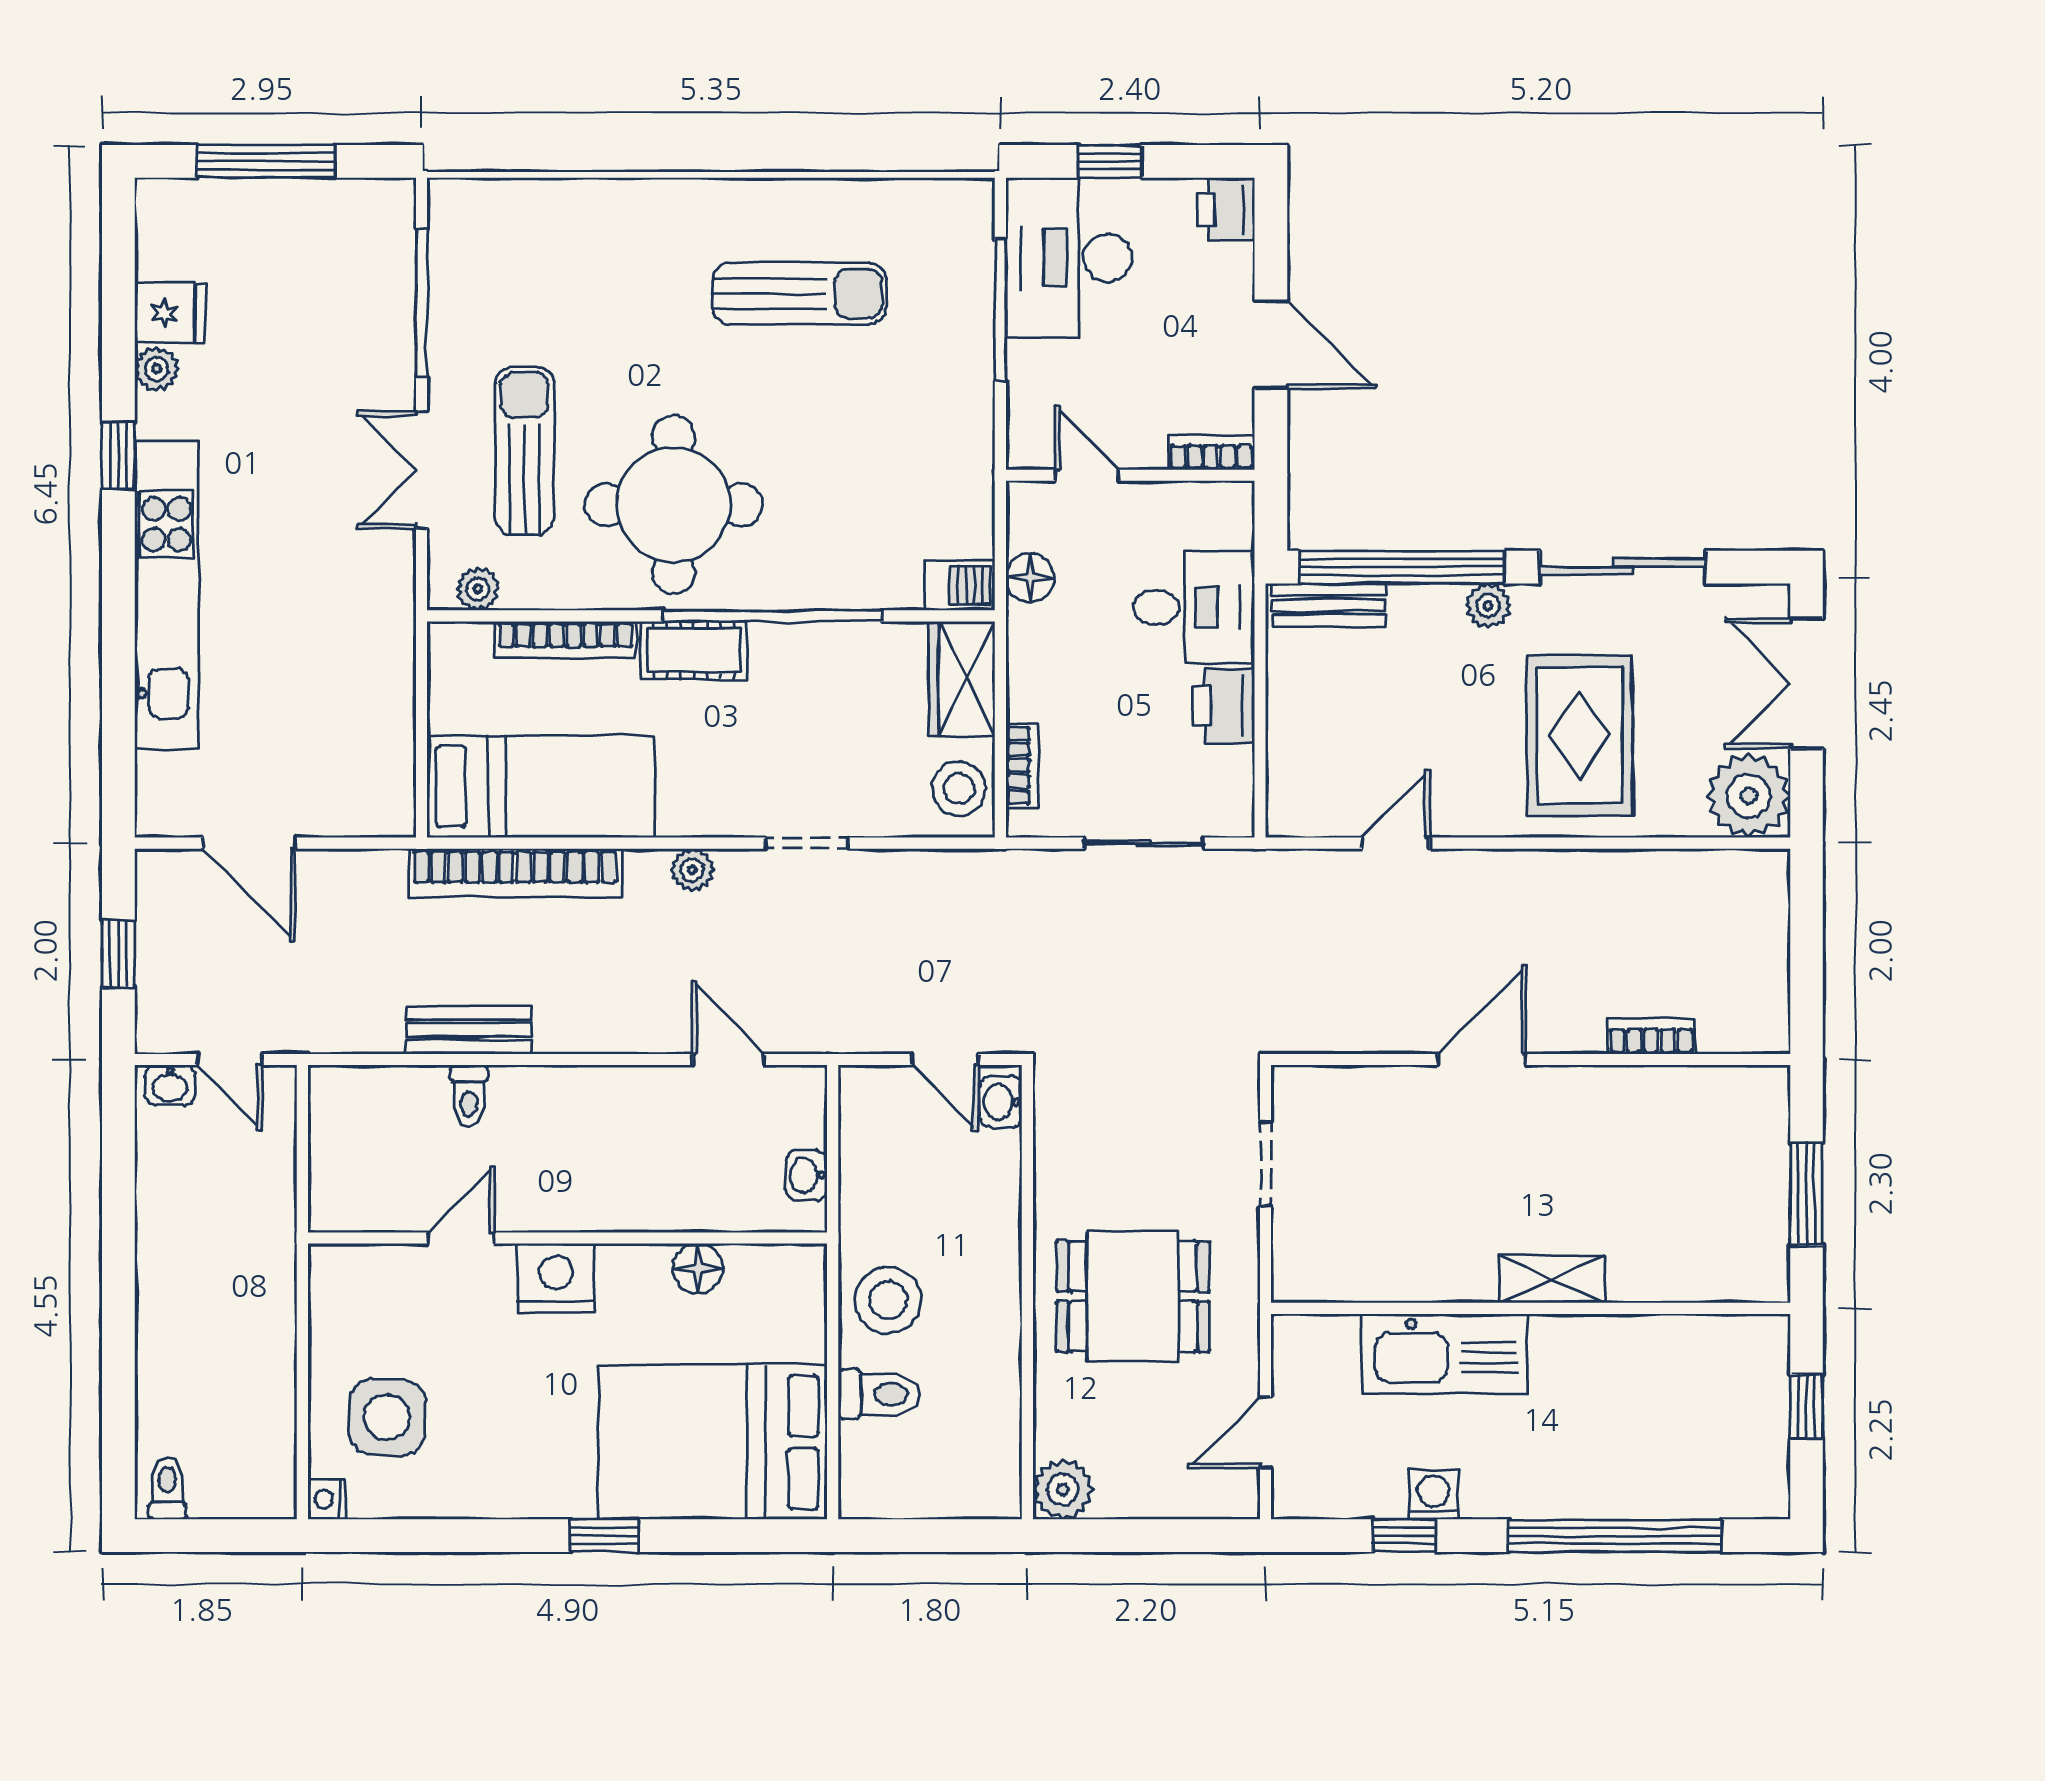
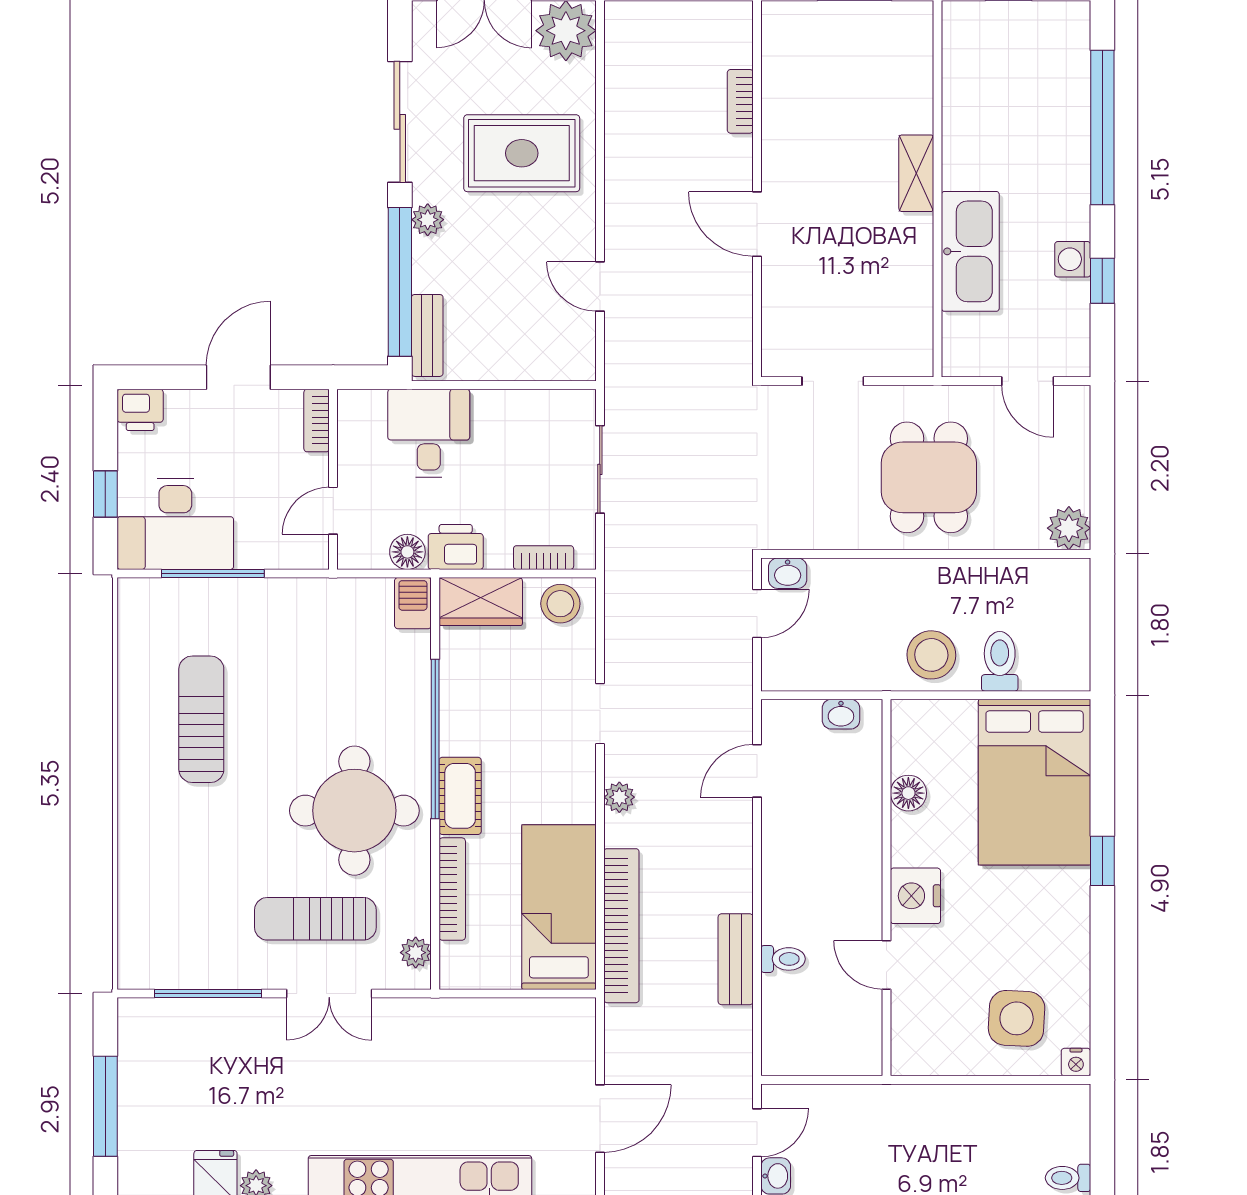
printer: (1223, 706) -> (456, 547), moved, turned 180

